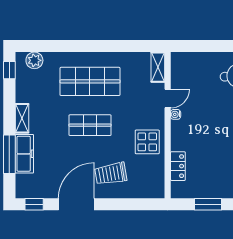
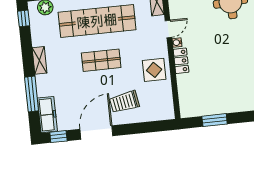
shop shelf: (90, 81) -> (97, 21), width x1.40
freezer: (24, 154) -> (47, 115), moved
locker: (178, 166) -> (181, 61), moved

